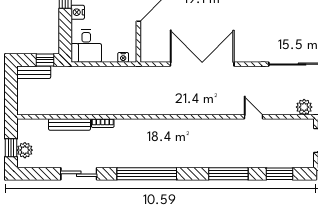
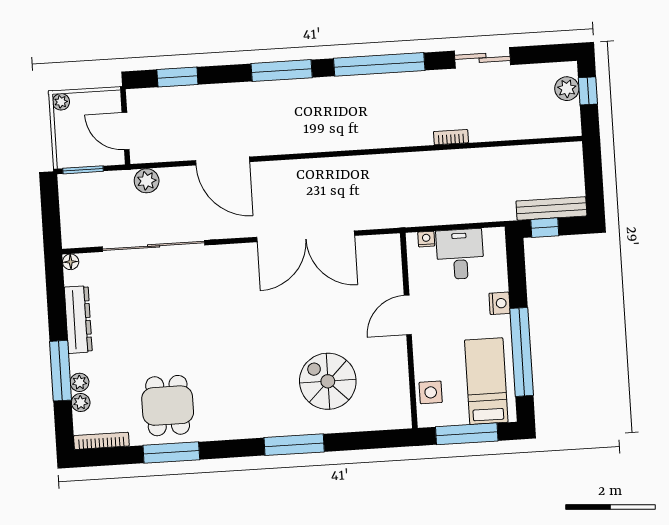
desk: (86, 46) -> (460, 254), moved
bench: (34, 72) -> (551, 208), width x1.36
door: (253, 117) -> (223, 161), width x1.88
bench: (69, 124) -> (501, 132), removed
window: (228, 174) -> (282, 71), moved

